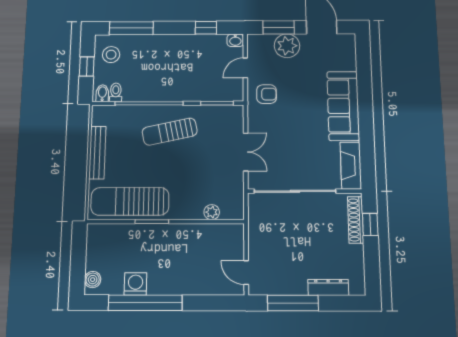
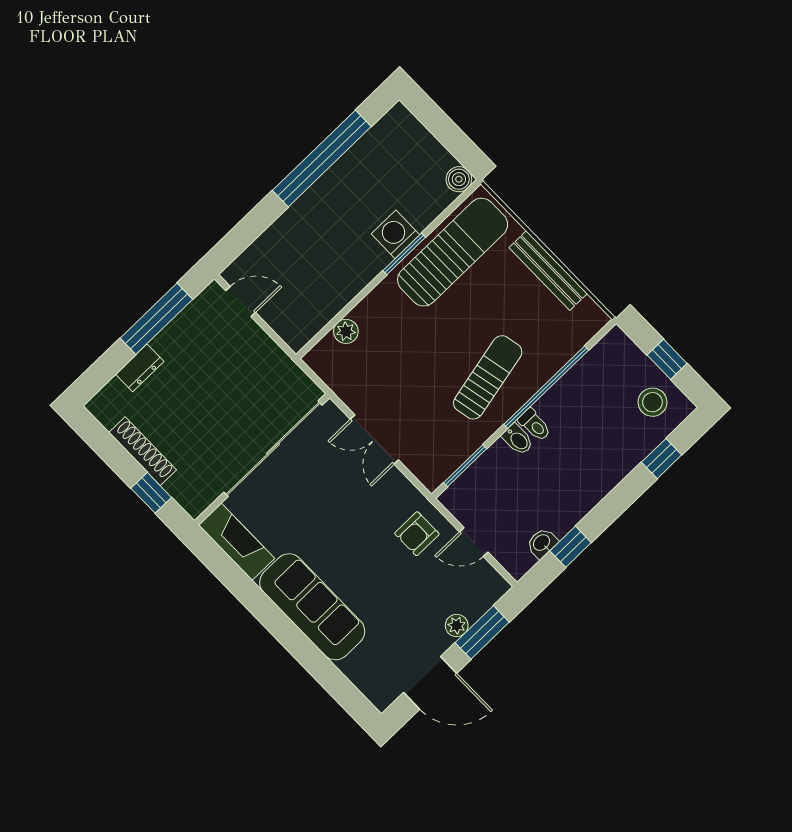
window: (131, 28) -> (662, 459), width x0.46
washbasin: (235, 40) -> (542, 543), moved
plant: (287, 46) -> (457, 625), width x0.53, depth x0.53
door: (245, 68) -> (474, 542), swing flipped
toilet: (116, 92) -> (535, 425), moved
bidet: (102, 93) -> (518, 439), moved
shoe rack: (356, 220) -> (143, 451), moved
boiler: (93, 280) -> (459, 179), moved
washing machine: (135, 284) -> (395, 234), moved, turned 180
dresser: (328, 287) -> (140, 368), width x0.70

